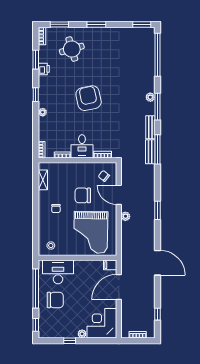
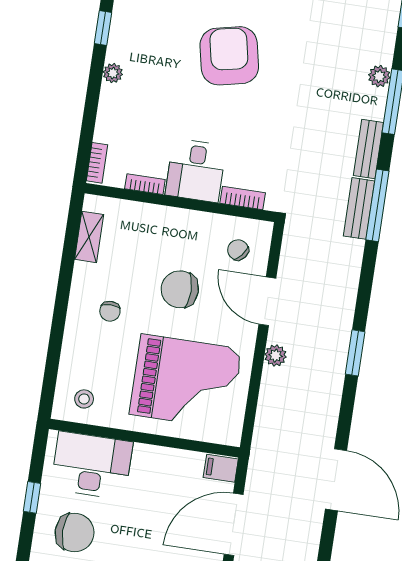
grand piano: (91, 232) -> (186, 382), turned -91
window: (36, 288) -> (32, 497), width x0.32

